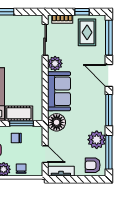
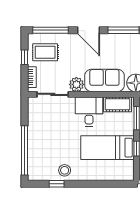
desk: (28, 76) -> (89, 112), added
door: (109, 76) -> (89, 30), hinge flipped
cot: (19, 113) -> (118, 104), moved, turned 90

